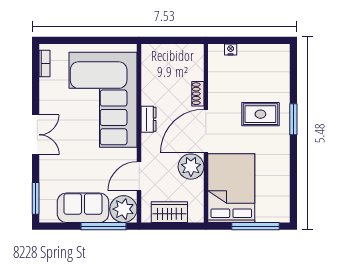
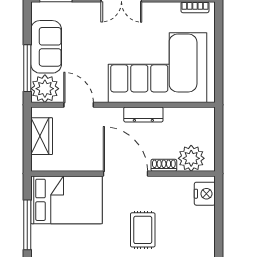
nightstand: (231, 50) -> (205, 194), width x1.89, depth x1.79
dresser: (149, 119) -> (143, 114), width x1.44
plant: (191, 167) -> (191, 158), moved

